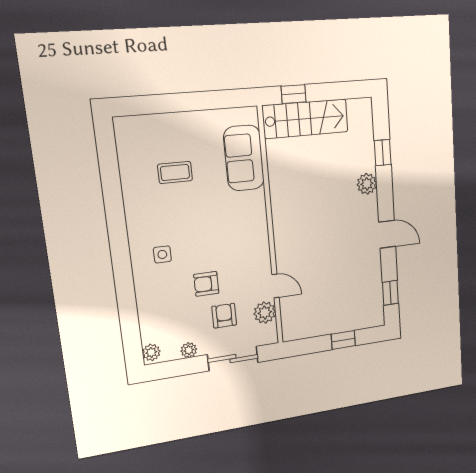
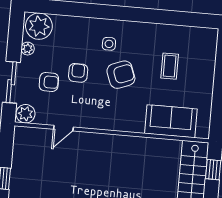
armchair: (198, 232) -> (121, 75), added
plant: (265, 313) -> (26, 114), moved
plant: (151, 352) -> (39, 26), width x1.87, depth x1.87

